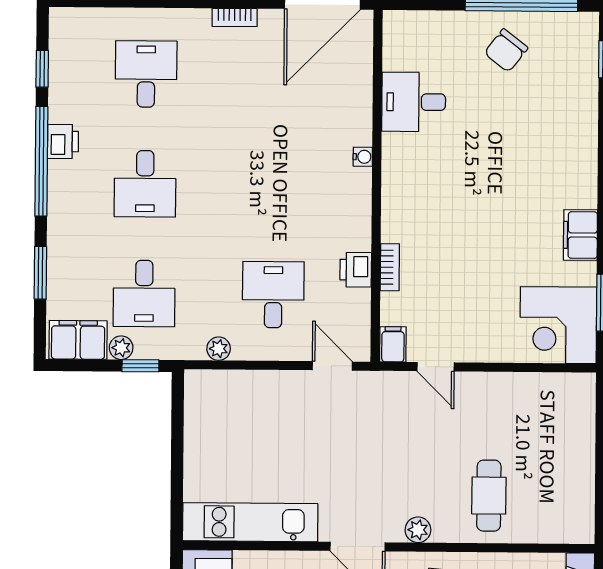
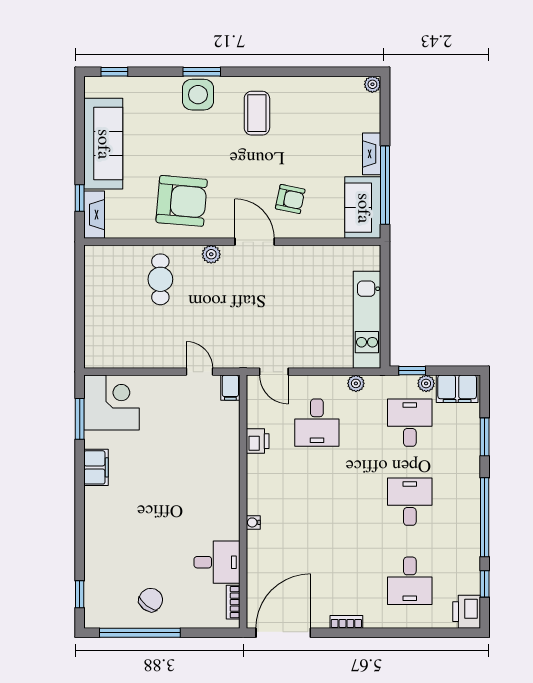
printer: (63, 141) -> (467, 612), moved, width x1.36, depth x1.24
bookcase: (390, 267) -> (233, 602), moved
kitchen unit: (250, 522) -> (367, 320), moved, turned 90

